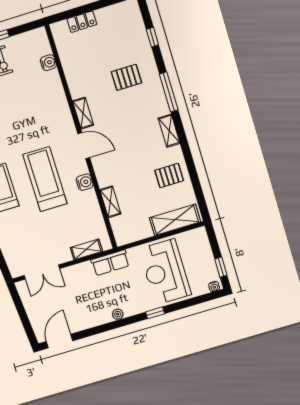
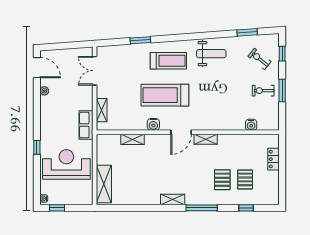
pallet: (169, 176) -> (245, 179), moved
treadmill: (45, 179) -> (165, 95), turned 180
plant: (118, 314) -> (44, 91), moved

